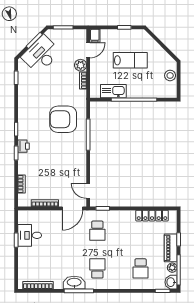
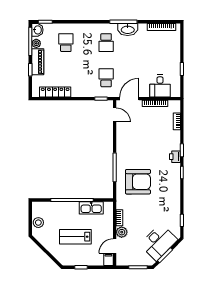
desk: (30, 235) -> (160, 86), moved, turned 90

